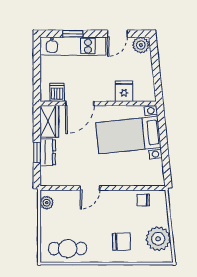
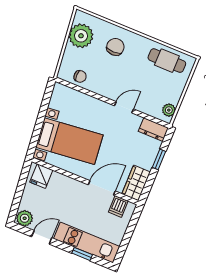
fridge: (124, 91) -> (41, 176), moved
dresser: (48, 152) -> (153, 130), moved, turned -90
chair: (121, 242) -> (115, 47), turned 91

